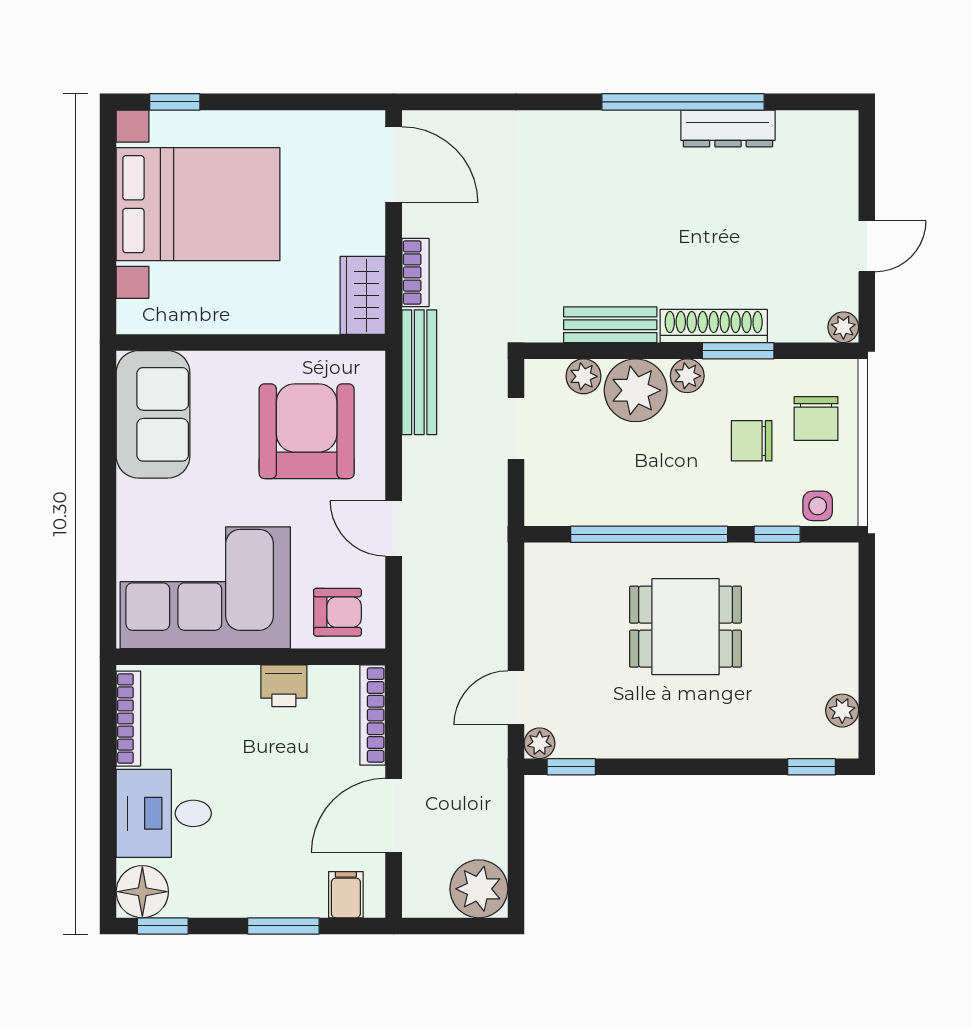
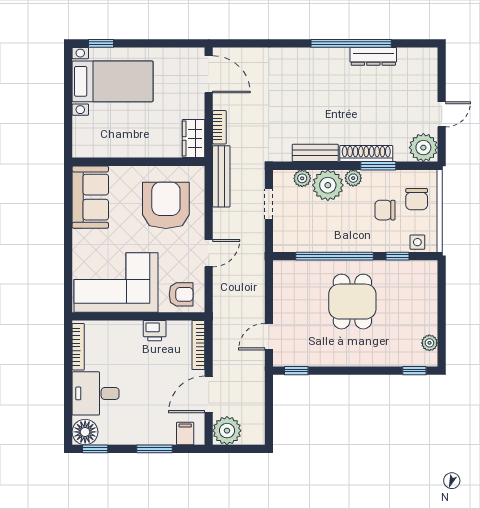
bed with nightstands: (198, 204) -> (112, 81), width x0.73
plant: (843, 327) -> (423, 148), width x1.87, depth x1.87
door: (394, 528) -> (209, 253), swing flipped
dining table: (686, 627) -> (352, 302), turned 90
plant: (540, 743) -> (281, 359), removed
plant: (479, 889) -> (227, 431), moved

